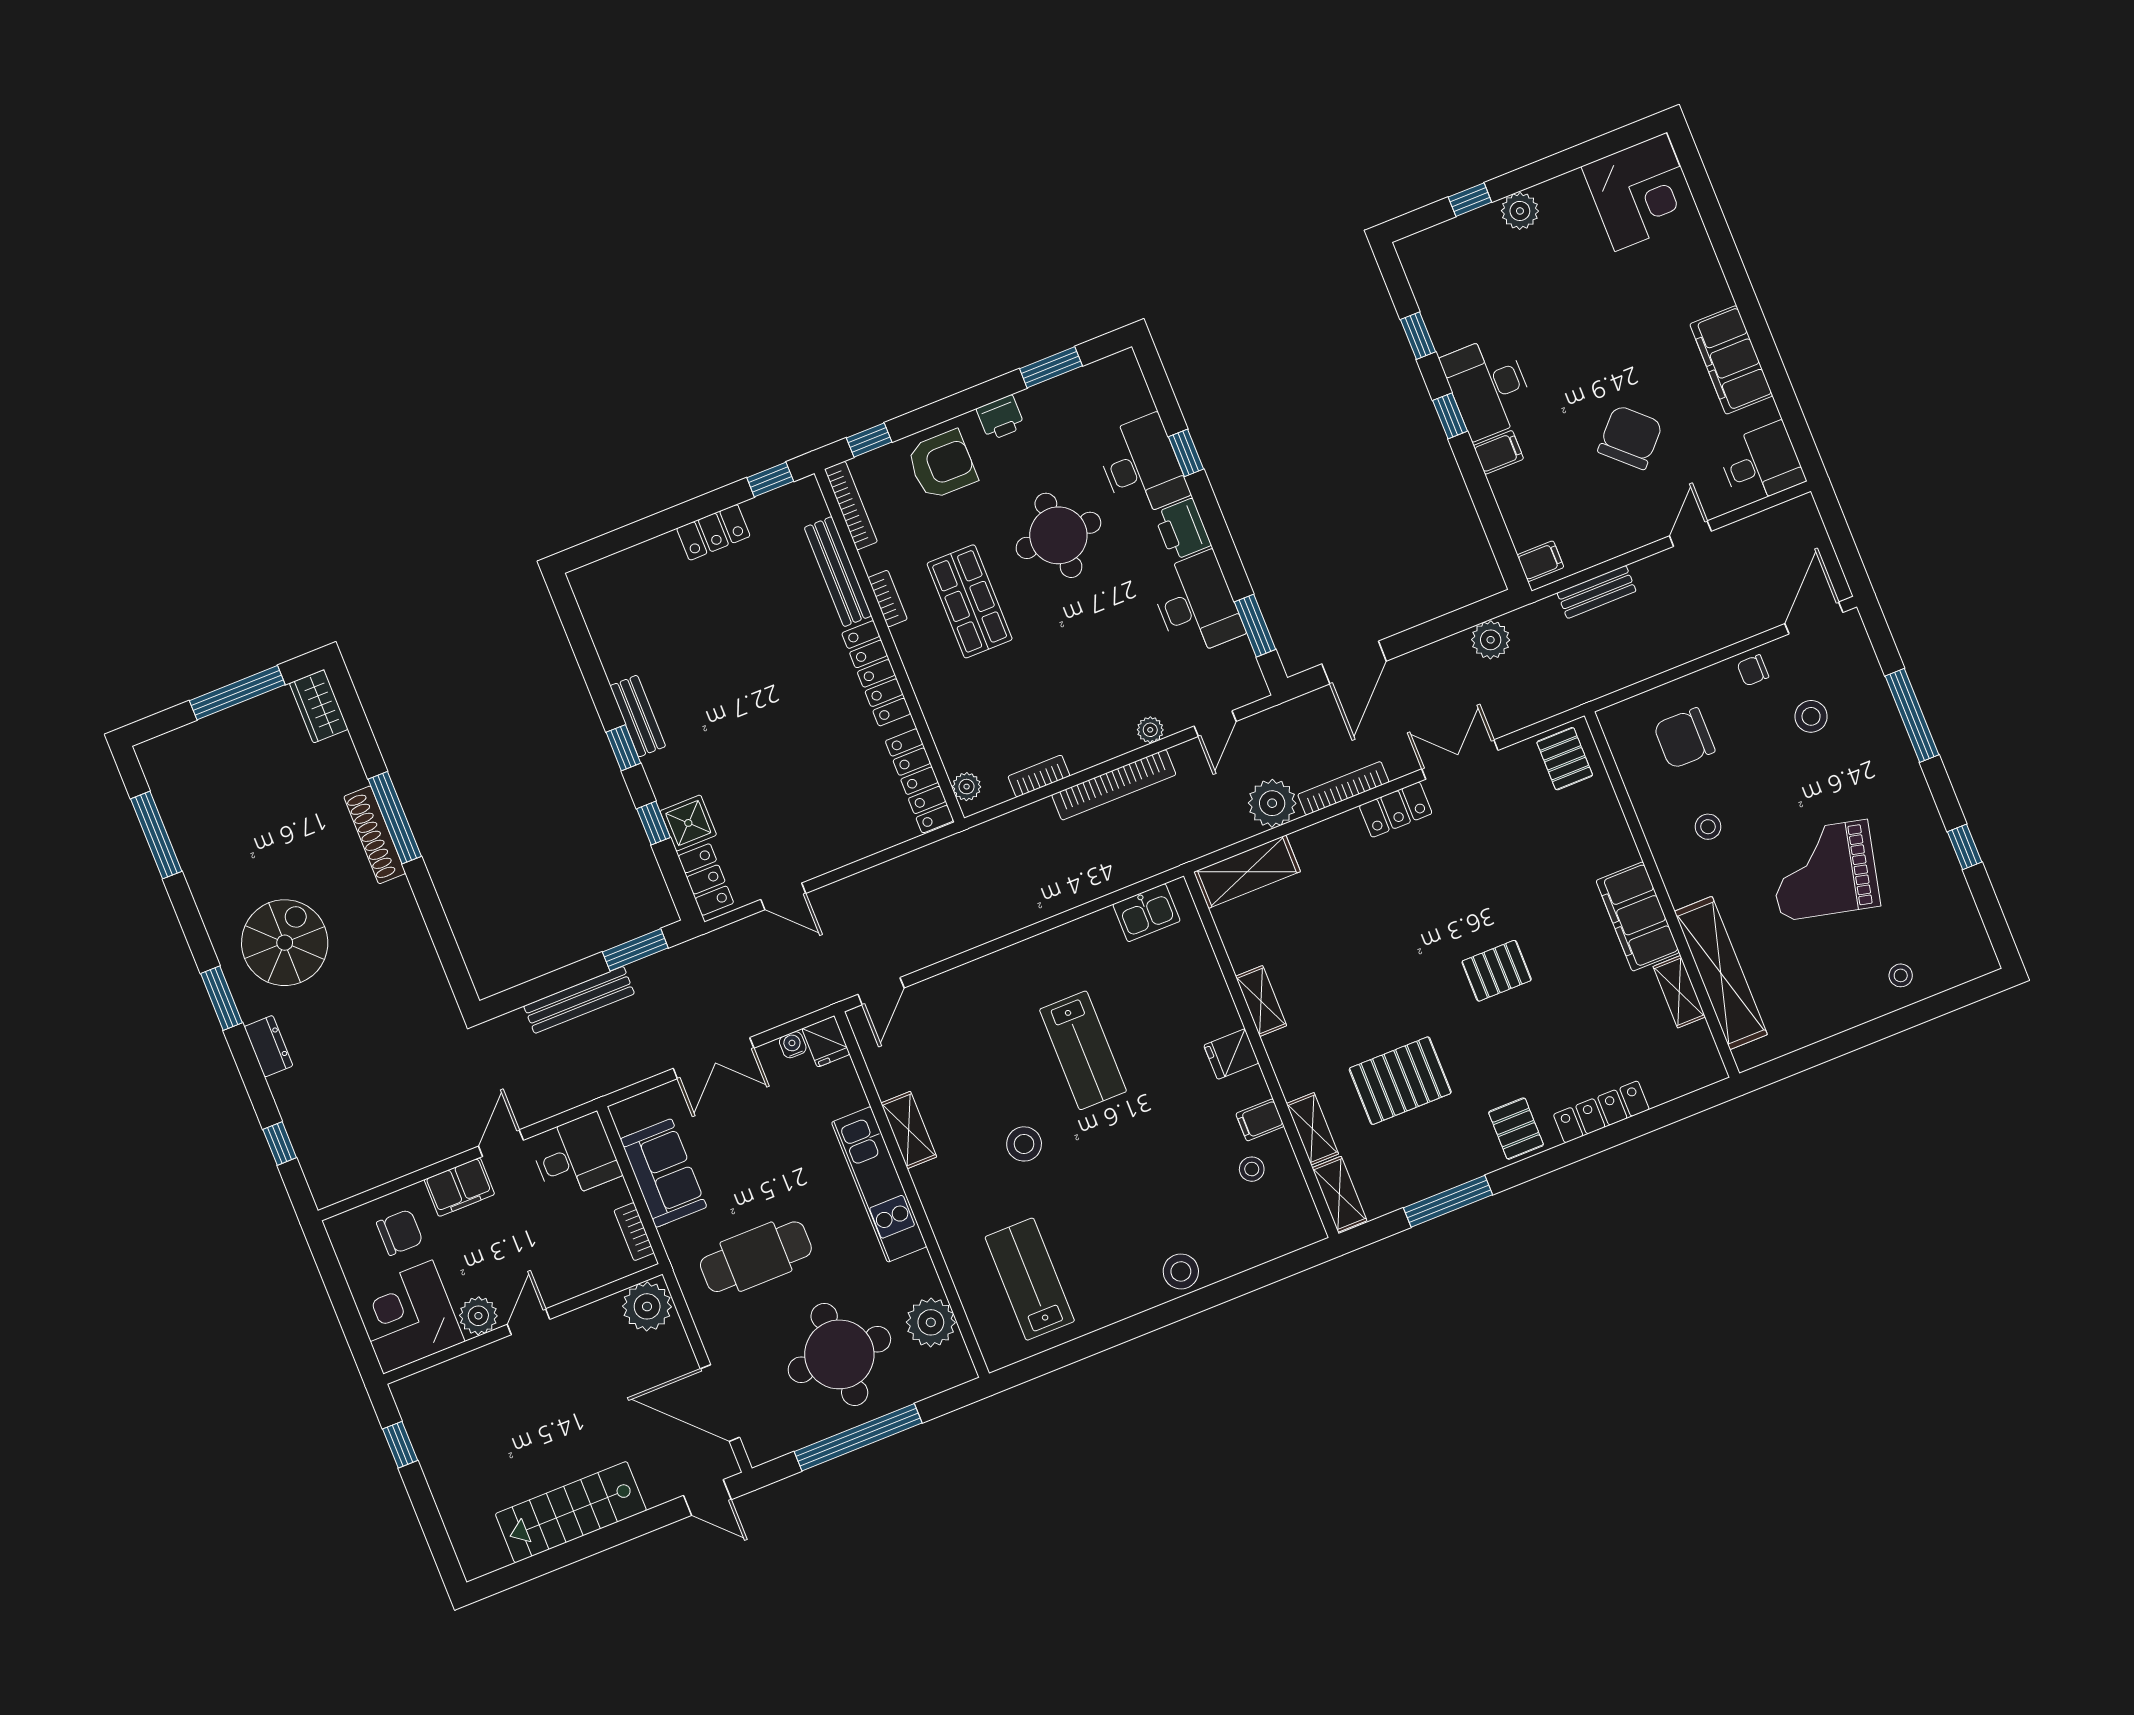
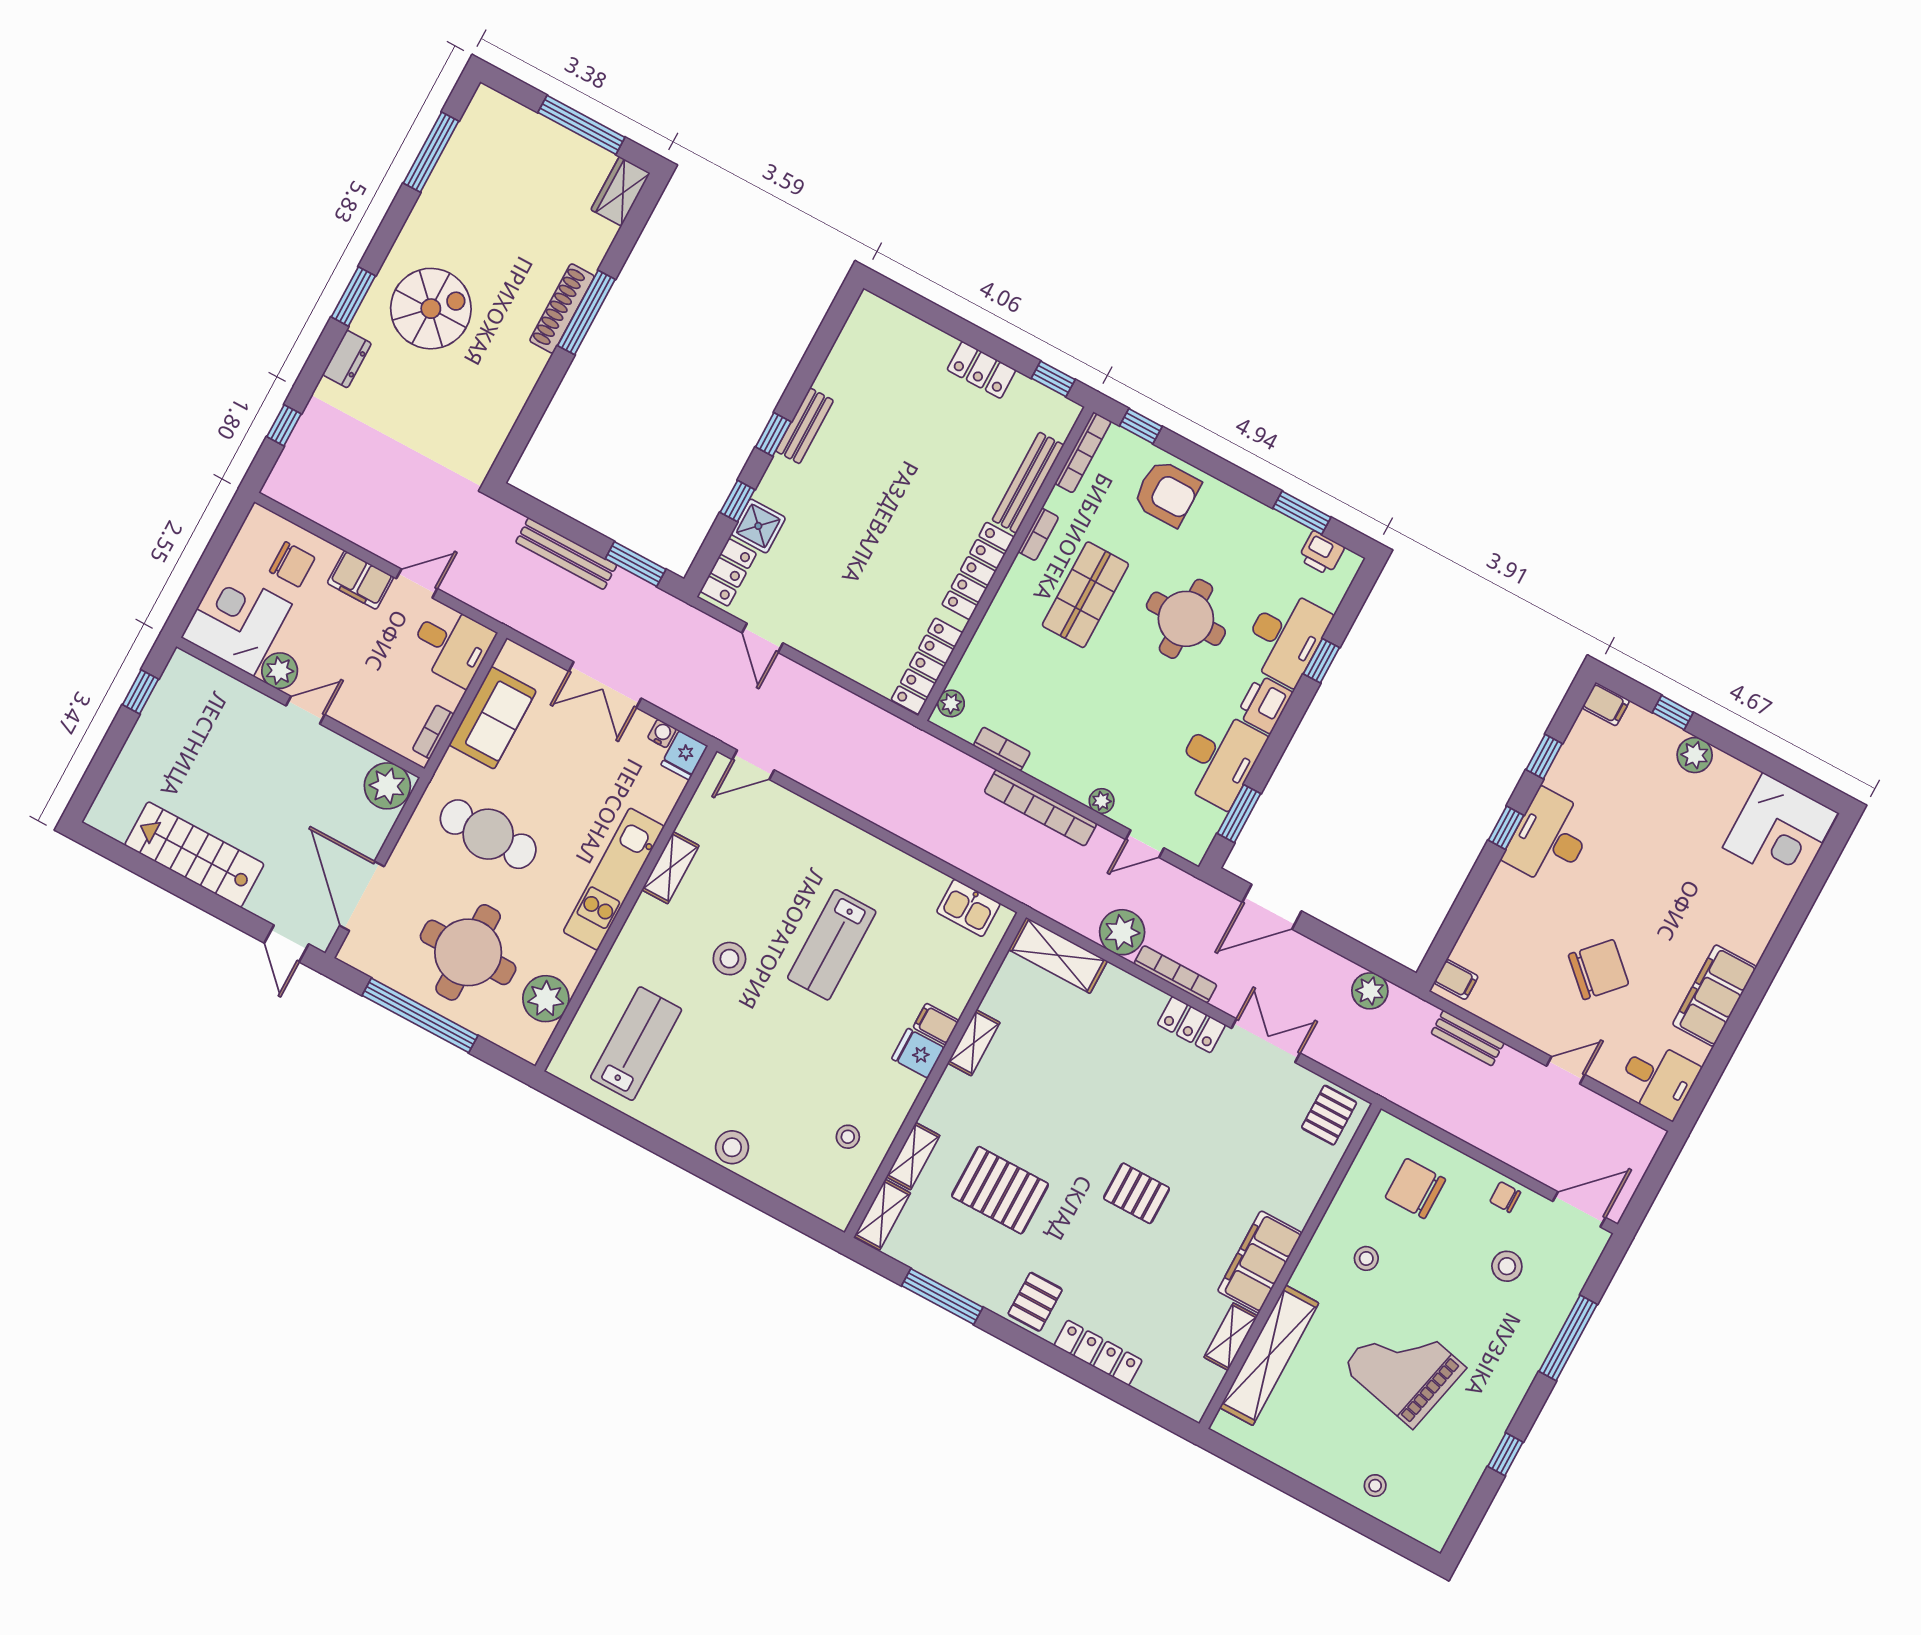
printer: (1001, 418) -> (1321, 553), moved
filing cabinet: (1498, 452) -> (1606, 704), moved
filing cabinet: (1260, 1120) -> (936, 1024), moved

